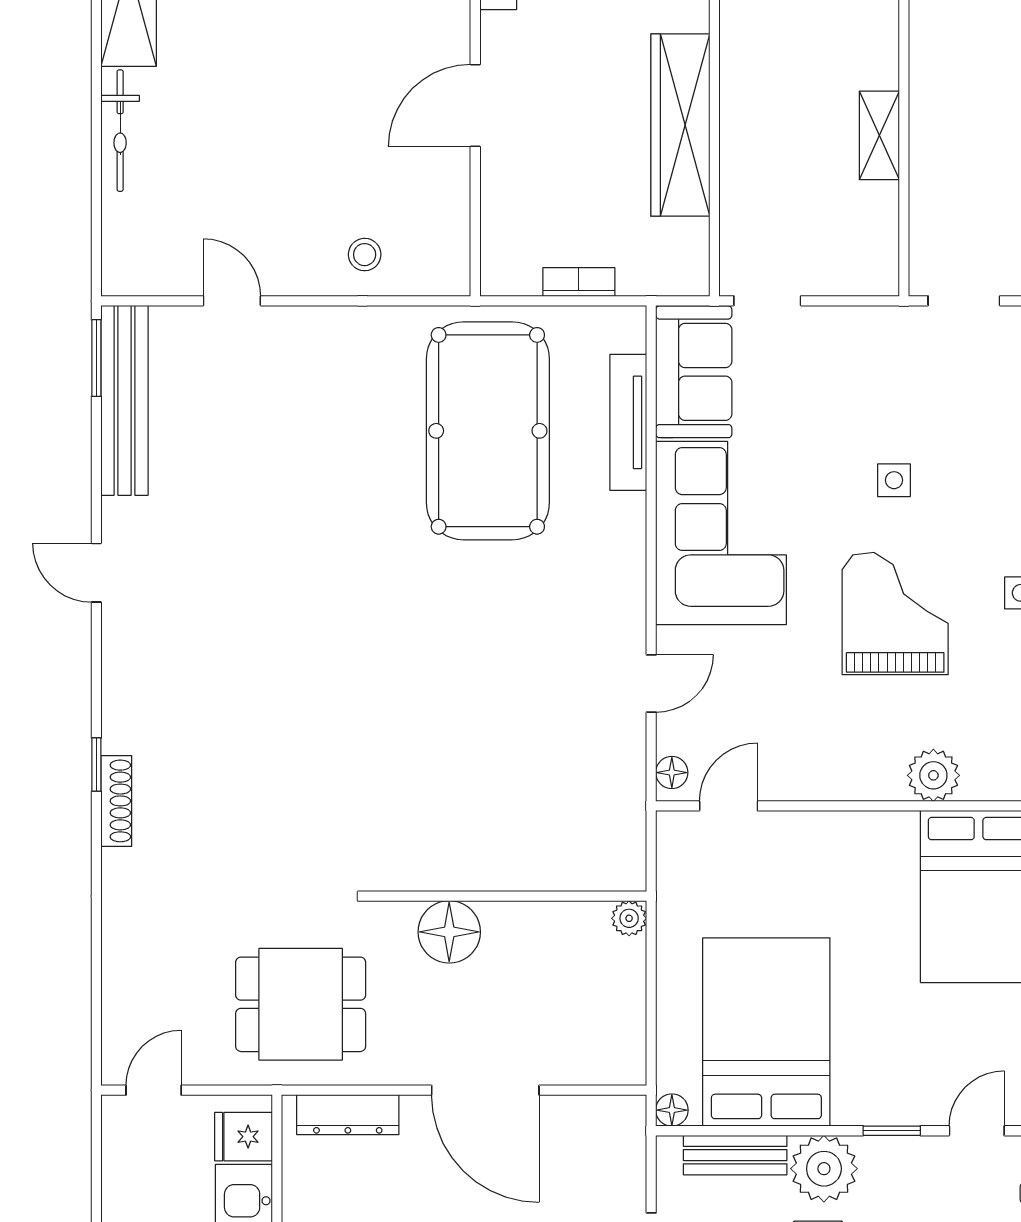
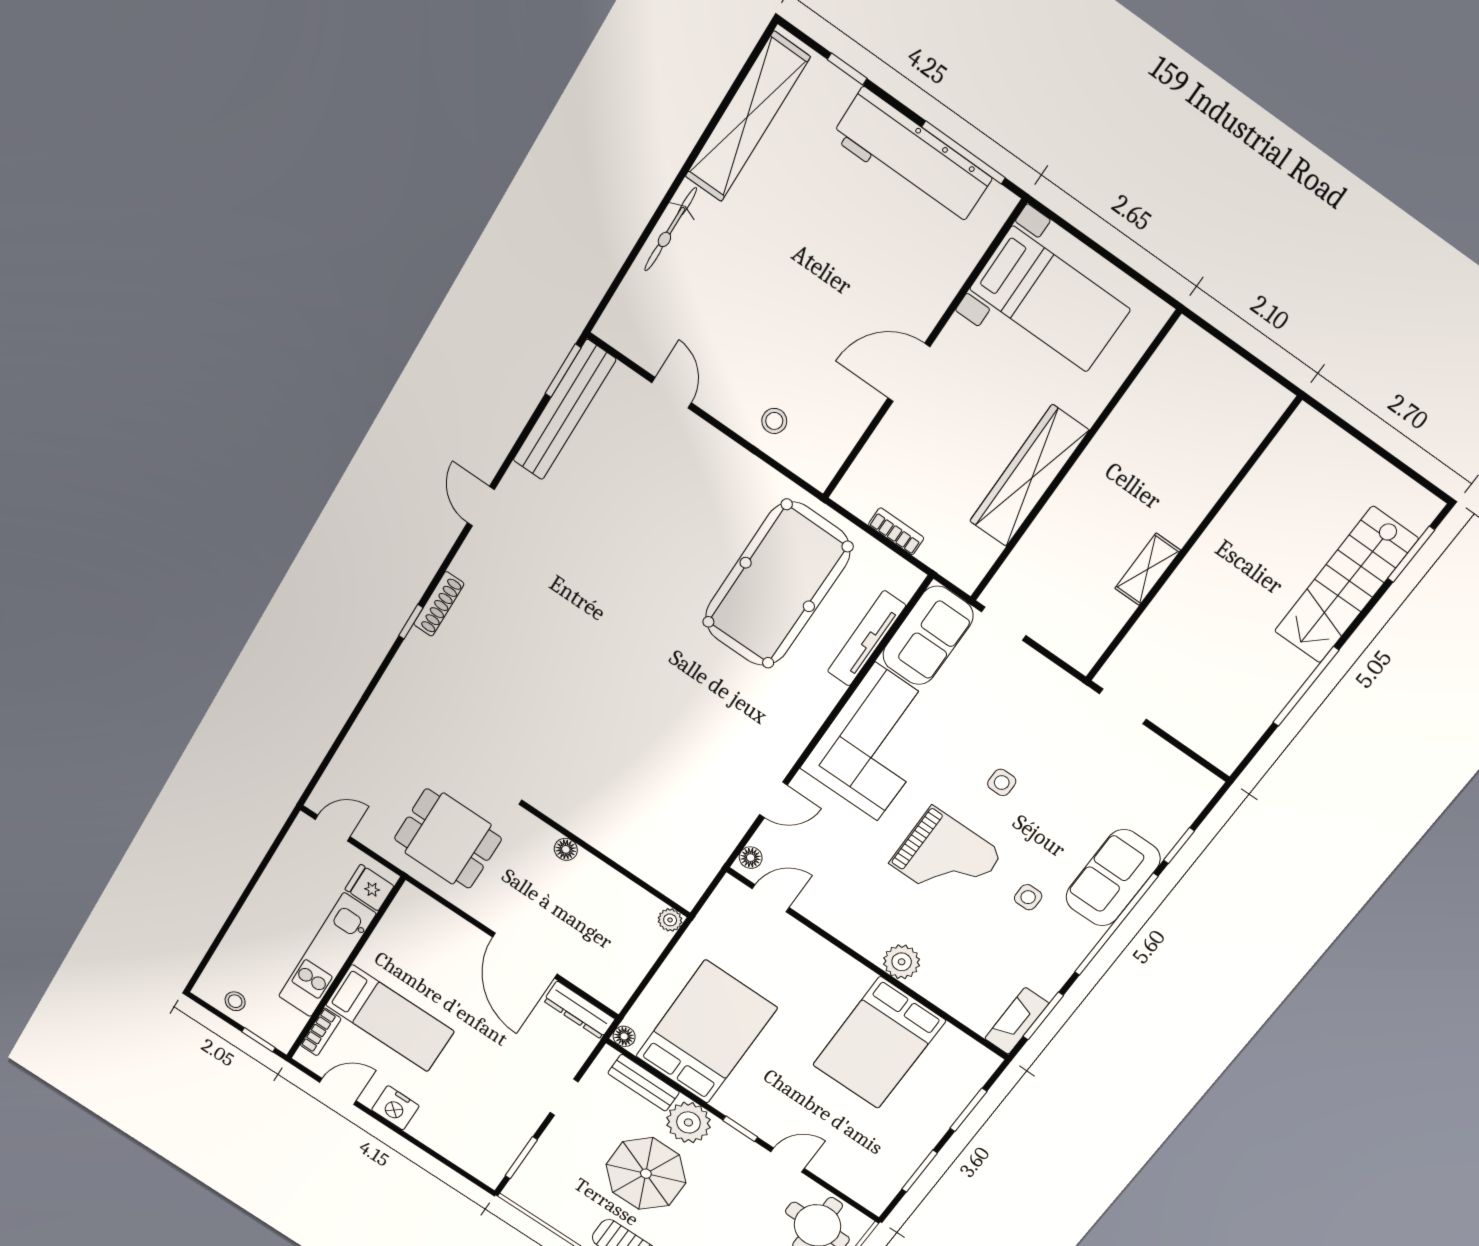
grand piano: (895, 614) -> (946, 858), turned 90
shoe rack: (116, 801) -> (439, 604), moved
floor lamp: (449, 932) -> (566, 849), width x0.53, depth x0.53
dresser: (348, 1115) -> (579, 1010), moved

